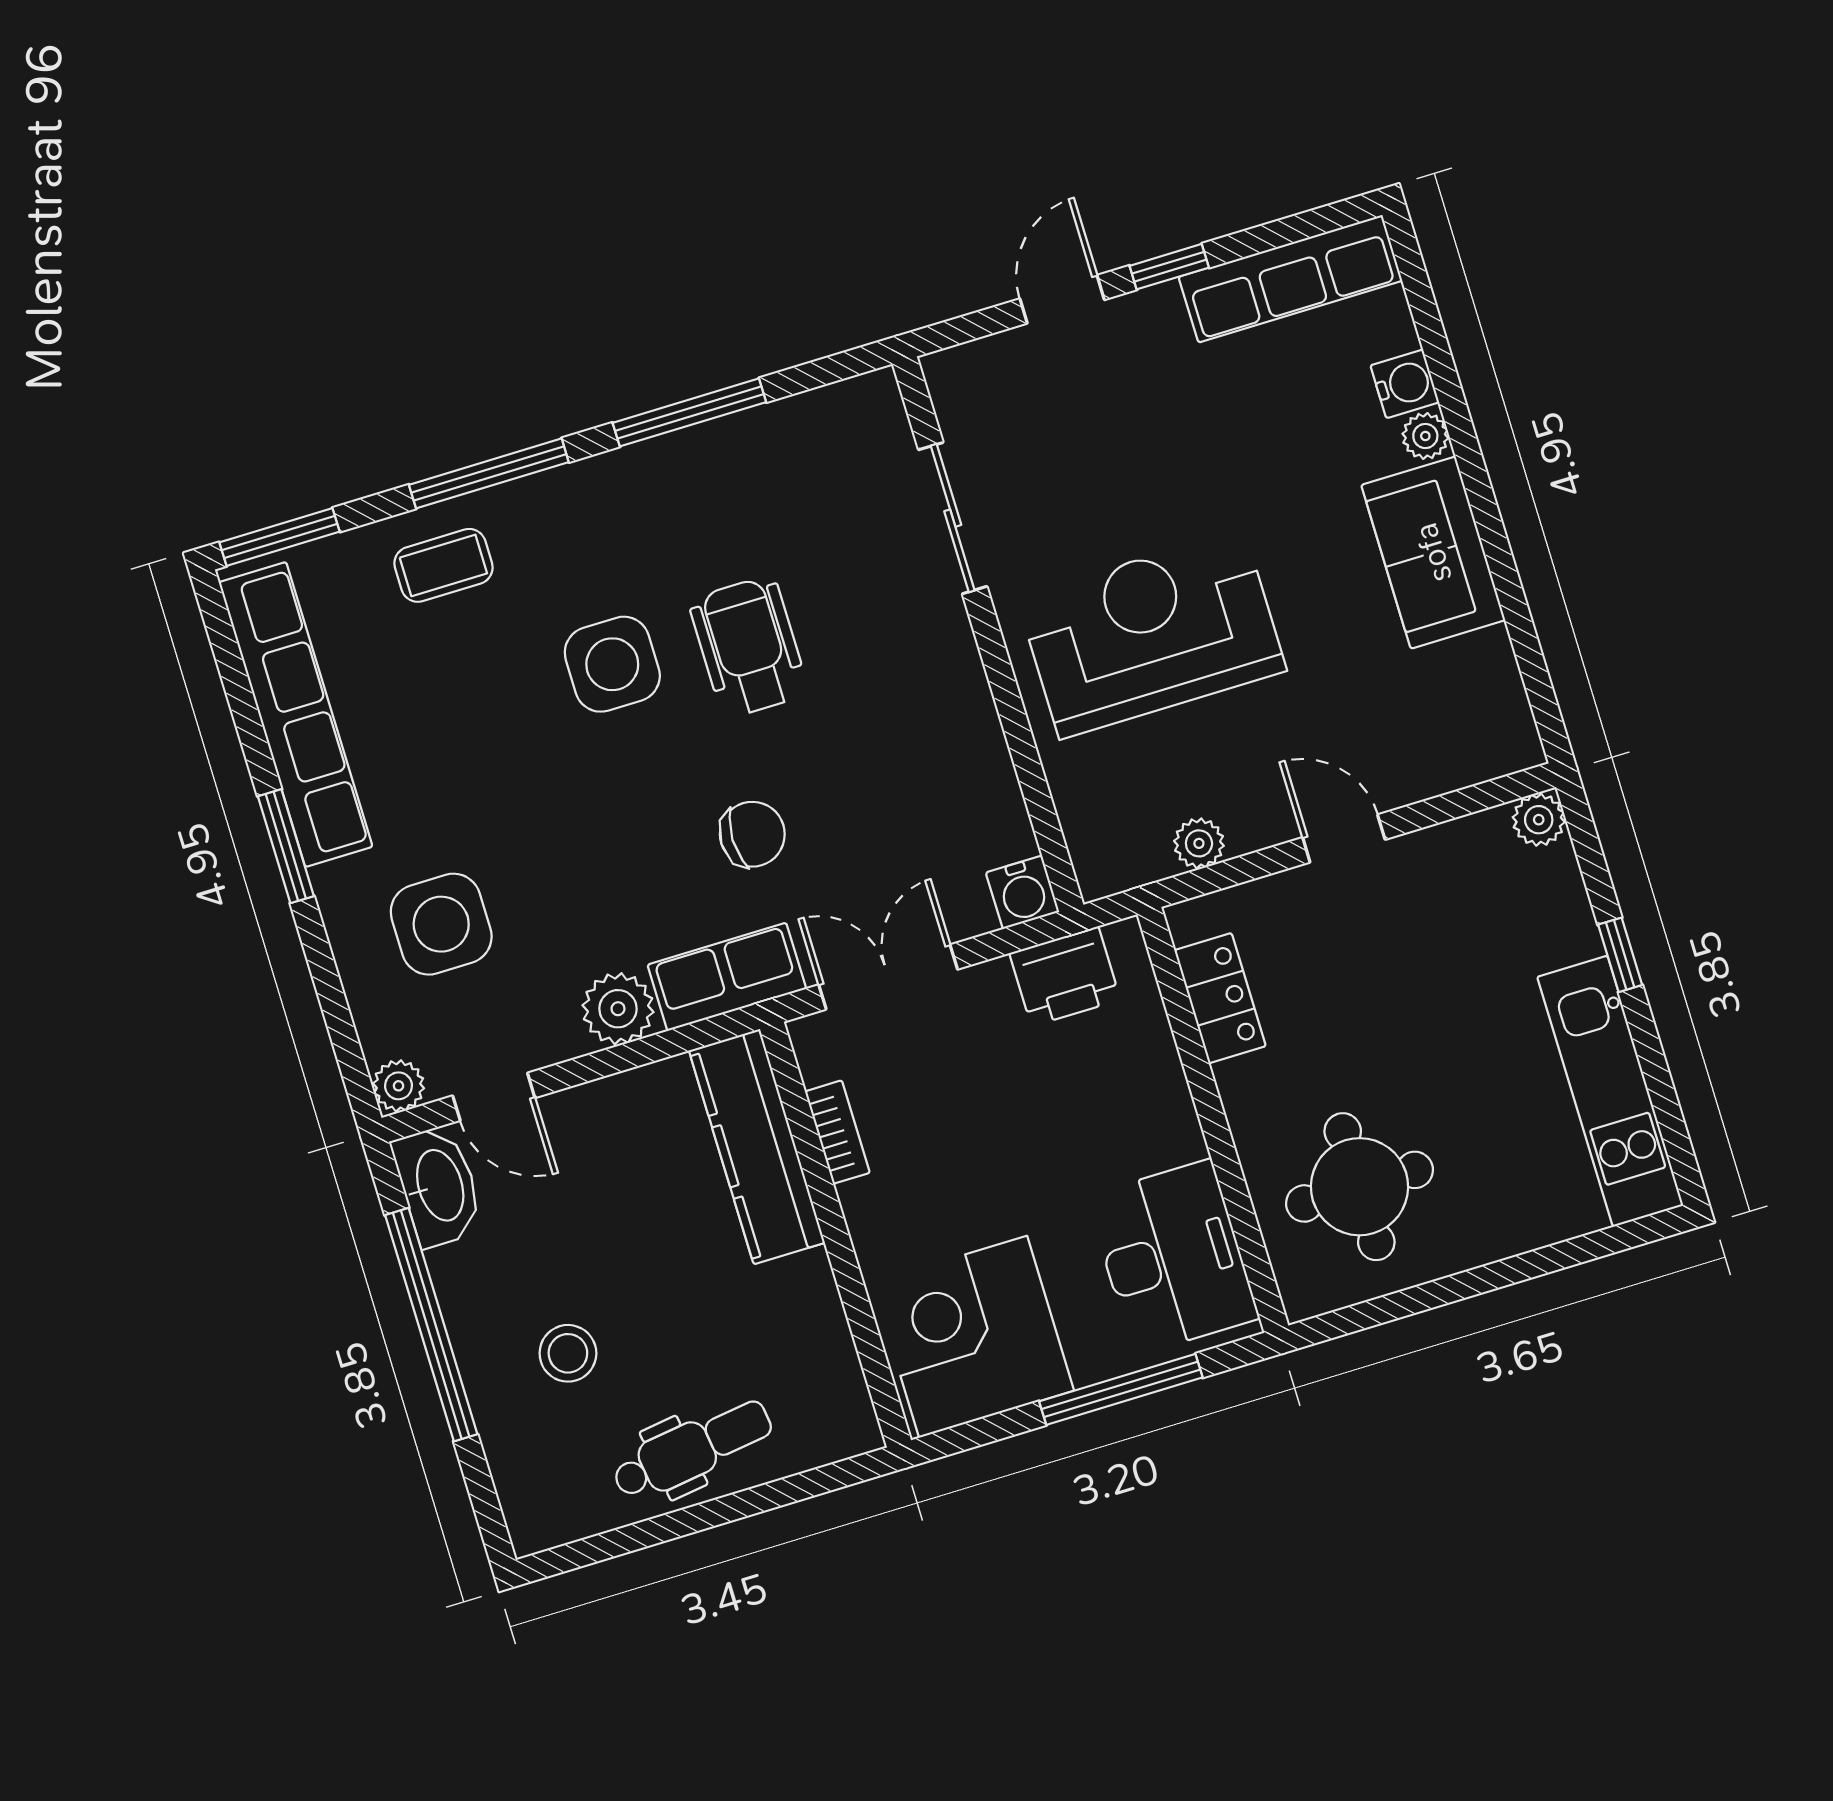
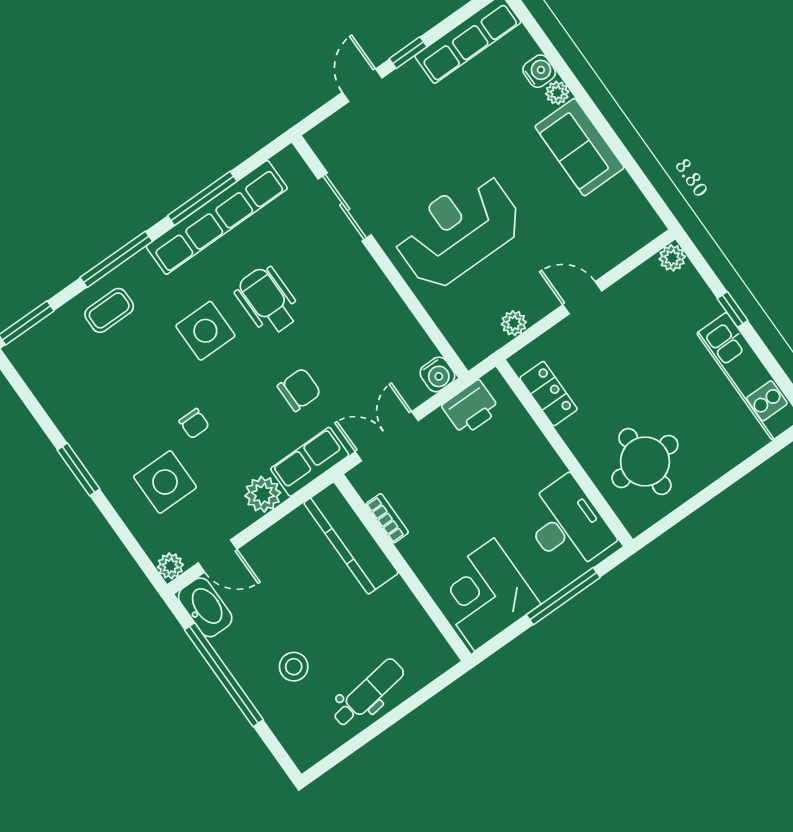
row of seats: (296, 714) -> (217, 217), moved, turned 90
chair: (533, 832) -> (194, 424), added

